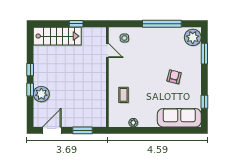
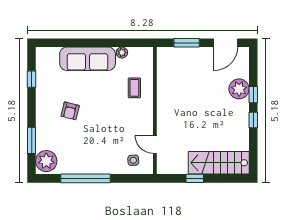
sofa: (179, 118) -> (88, 59), moved

